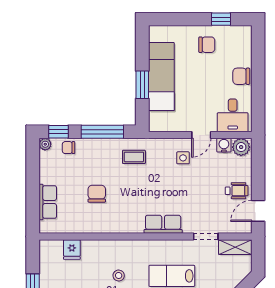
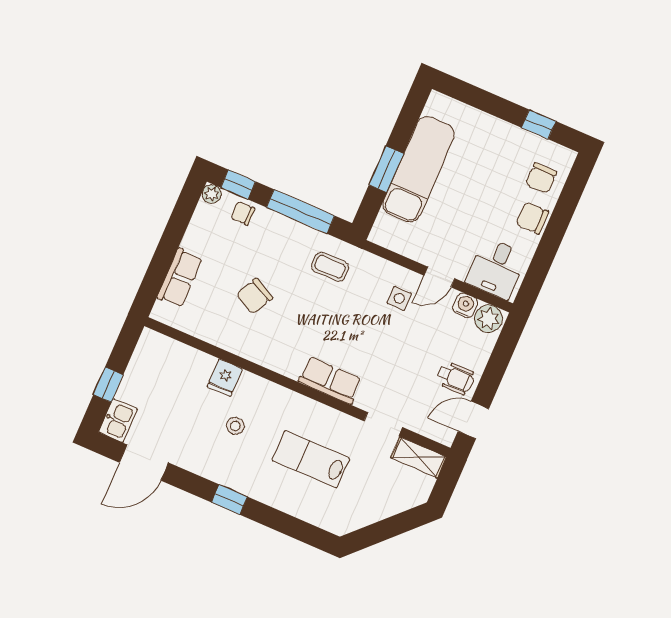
chair: (207, 45) -> (541, 178), moved, turned 90
chair: (97, 194) -> (255, 296), turned -153
fridge: (72, 250) -> (225, 378), moved

